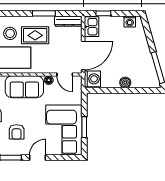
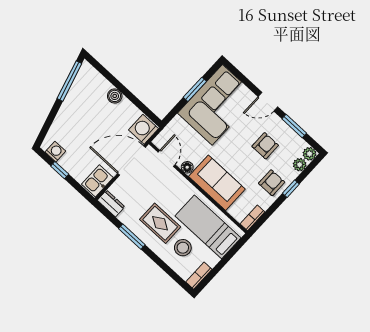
window: (103, 13) -> (60, 170), moved
dresser: (68, 21) -> (111, 203), width x0.70

